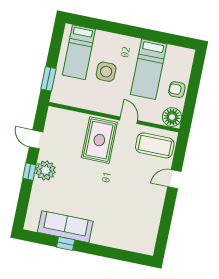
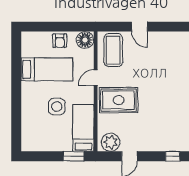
bed: (79, 52) -> (83, 128), moved, turned -90
plant: (45, 170) -> (111, 142), moved
window: (29, 172) -> (173, 156), moved

